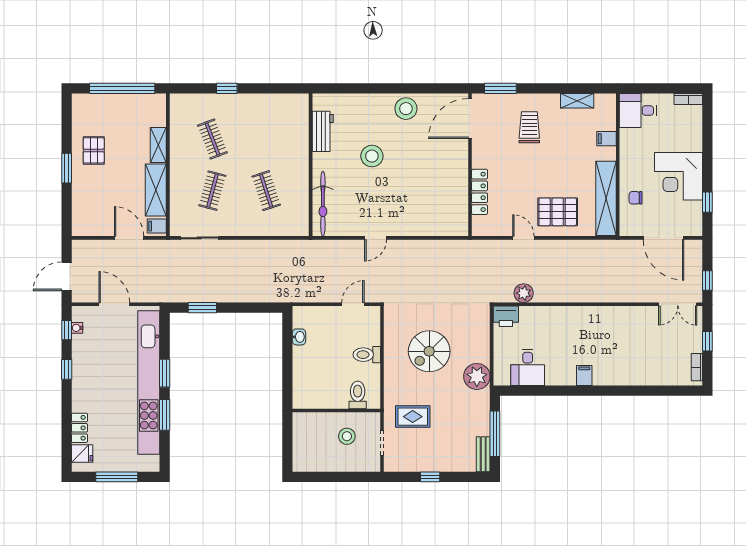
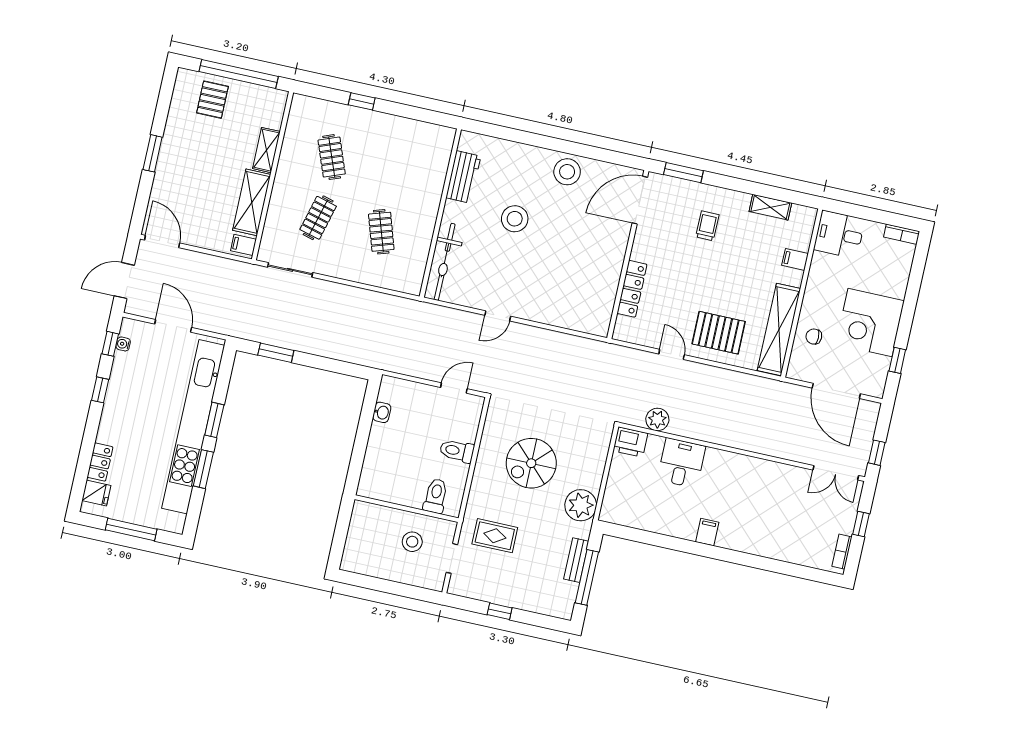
trolley: (529, 127) -> (707, 226), width x0.73, depth x0.72
pallet: (94, 150) -> (212, 100), moved
door: (129, 238) -> (162, 241), moved
desk: (528, 367) -> (681, 463), moved, turned 180
bench: (483, 454) -> (576, 560), moved

